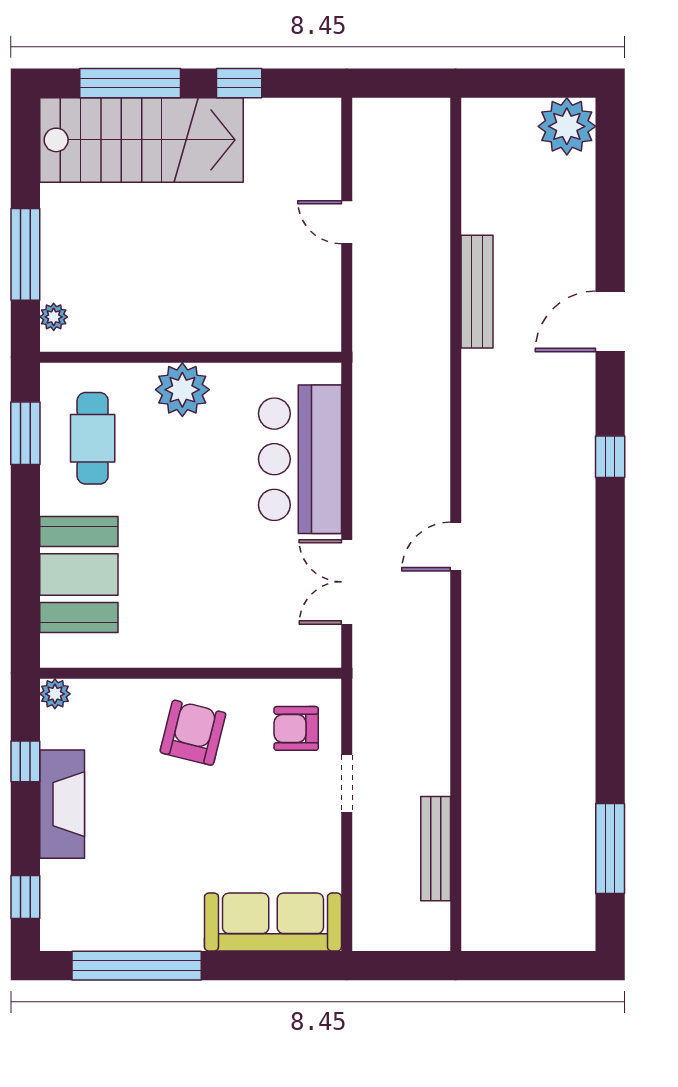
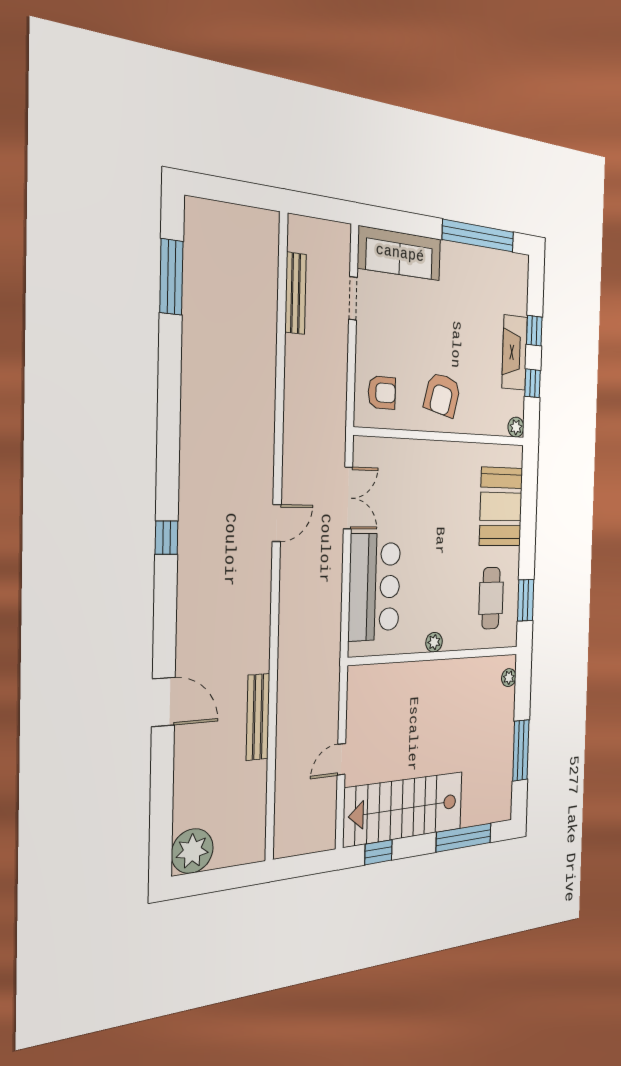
window: (239, 83) -> (378, 852), moved
stairs: (142, 140) -> (404, 809), moved
door: (347, 222) -> (341, 759), swing flipped
window: (25, 254) -> (521, 750), moved
door: (610, 321) -> (163, 702), hinge flipped
plant: (182, 390) -> (434, 642), width x0.53, depth x0.53
window: (610, 457) -> (166, 538), moved
doorway: (347, 783) -> (353, 298), moved
window: (25, 897) -> (534, 331), moved

